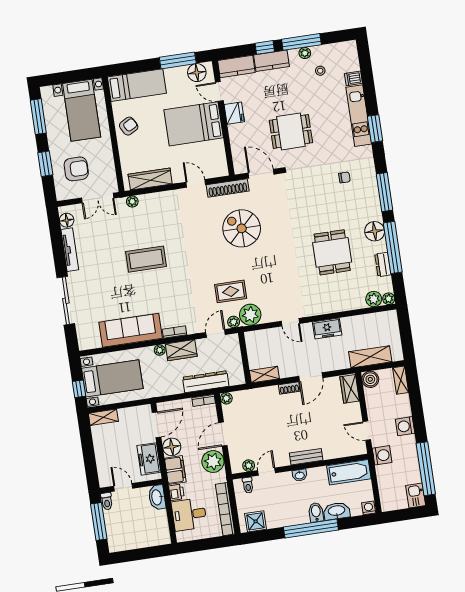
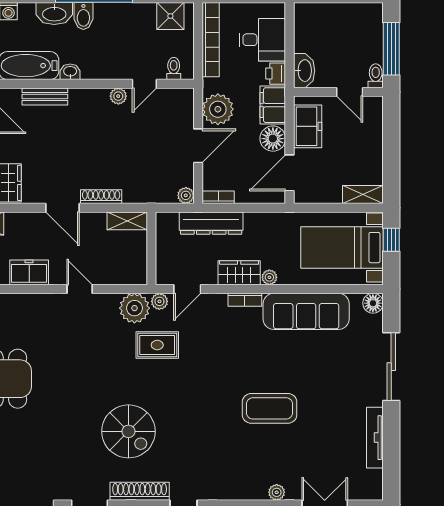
floor lamp: (67, 220) -> (373, 303), moved
door: (311, 377) -> (62, 208), swing flipped
shoe rack: (289, 388) -> (101, 197), width x1.43
bench: (306, 457) -> (45, 96), moved
plant: (249, 466) -> (118, 96), moved
washbasin: (300, 475) -> (70, 72), moved

